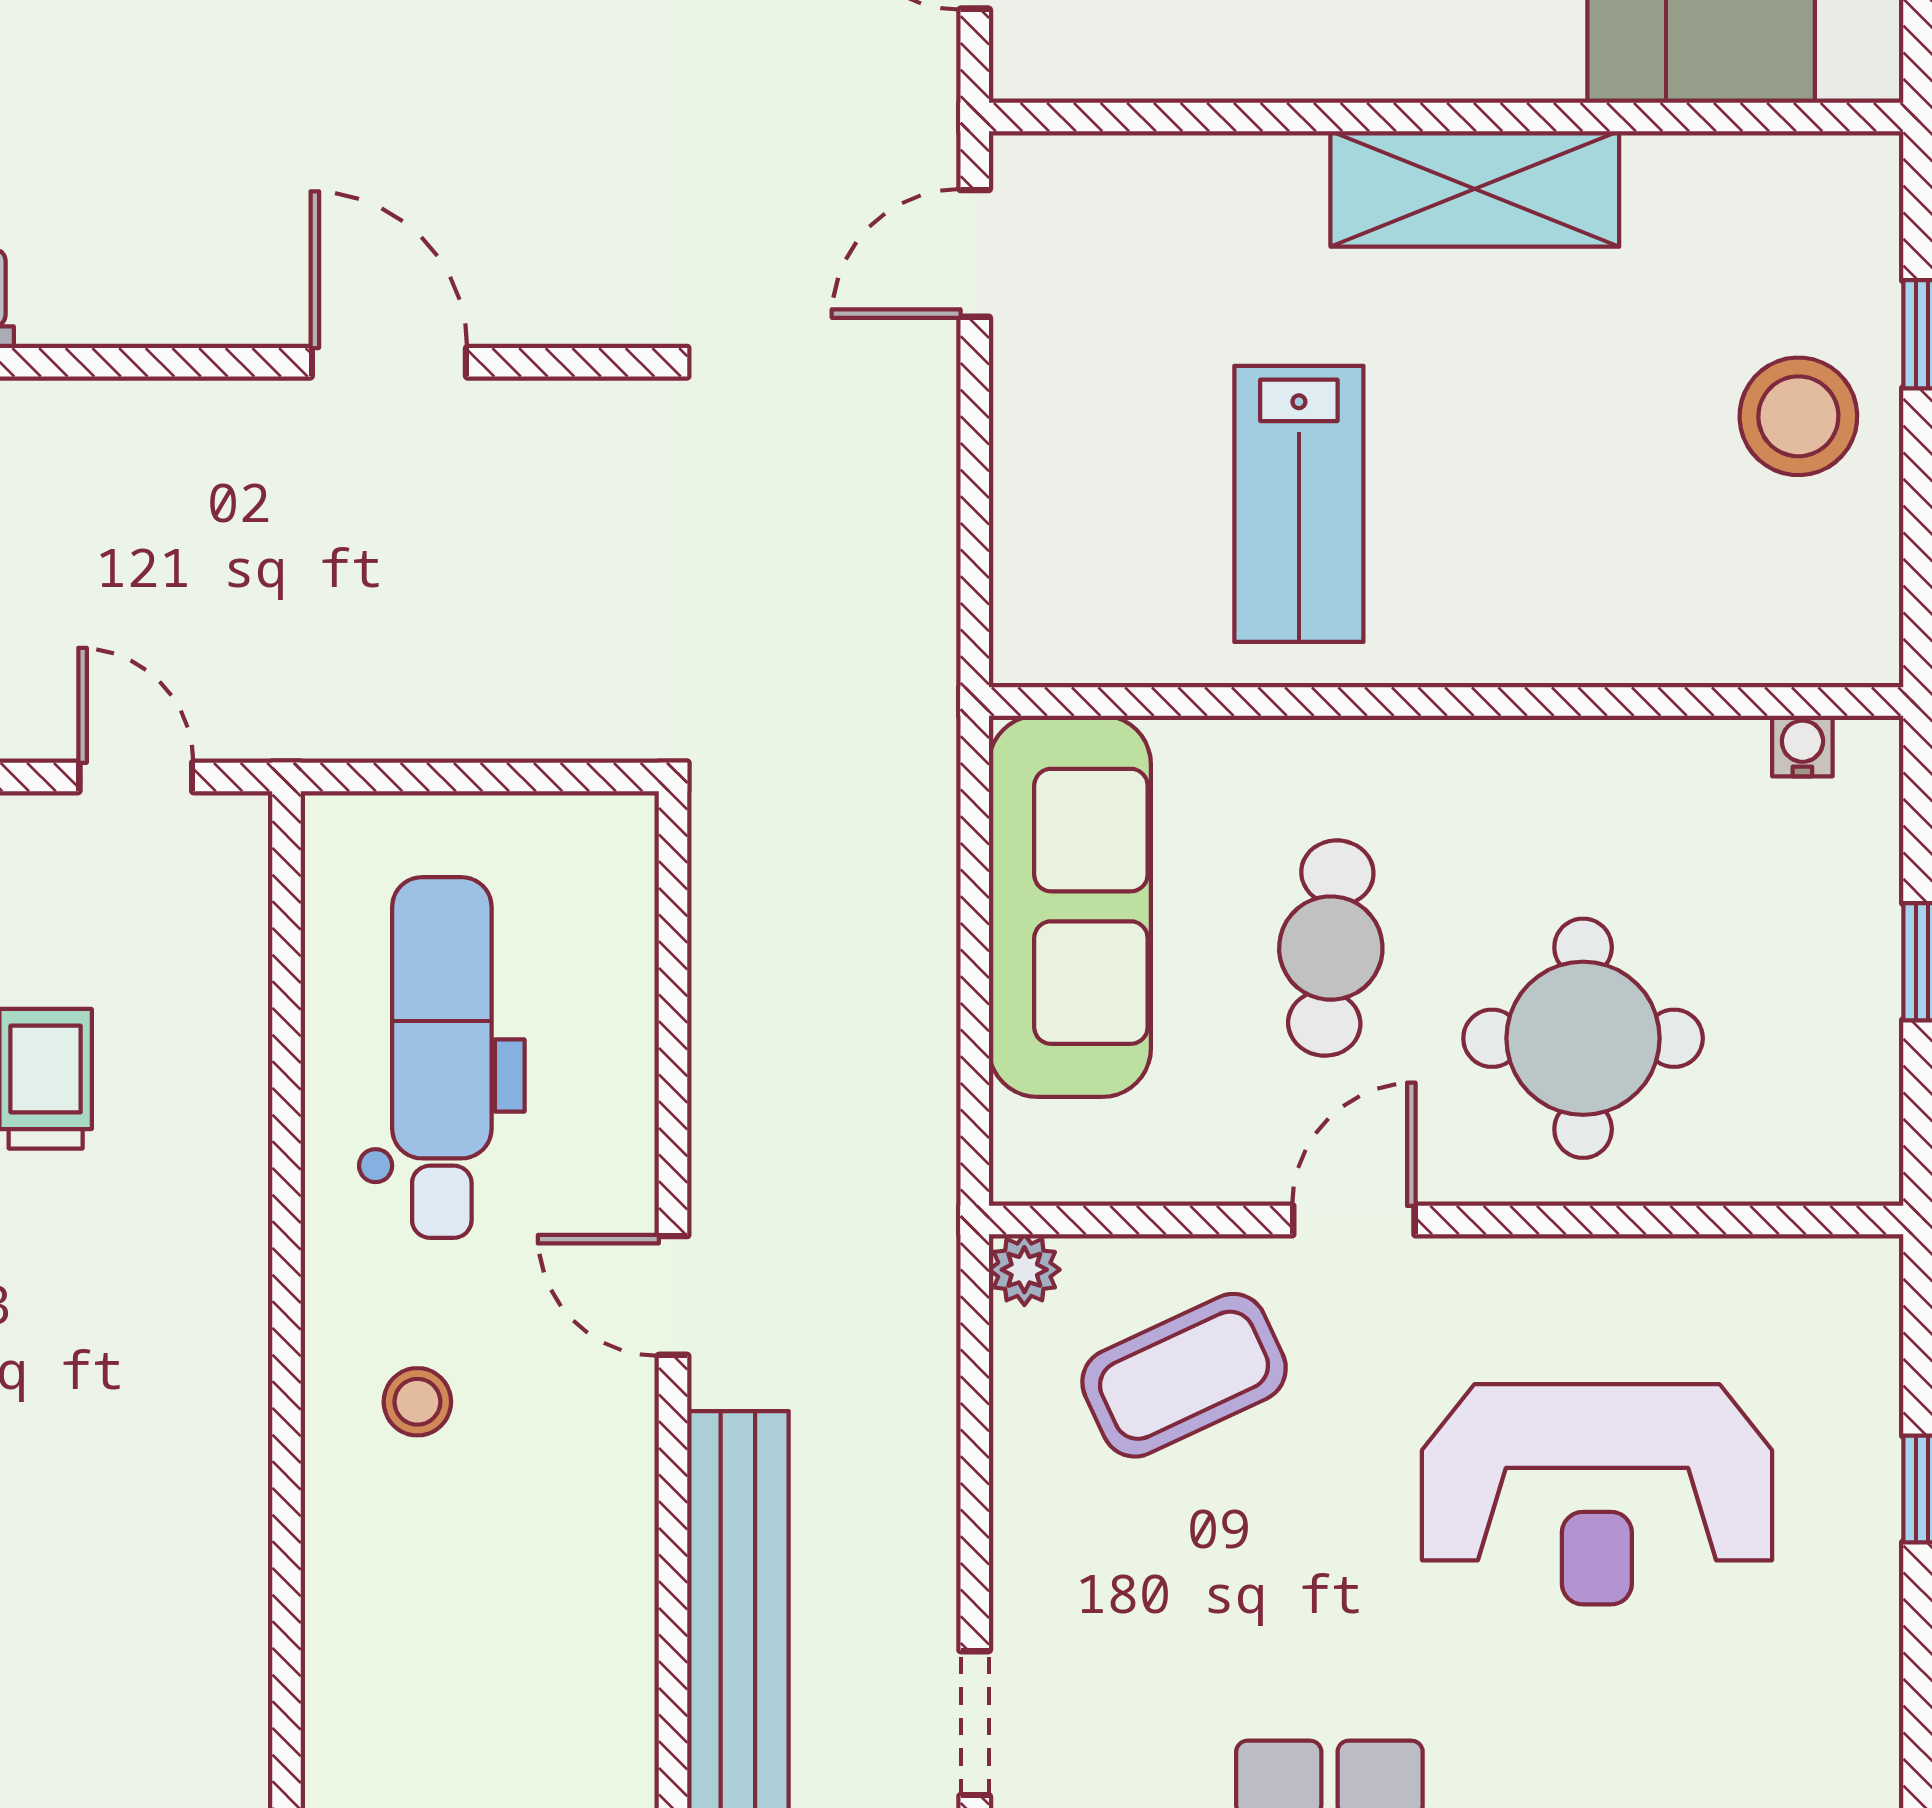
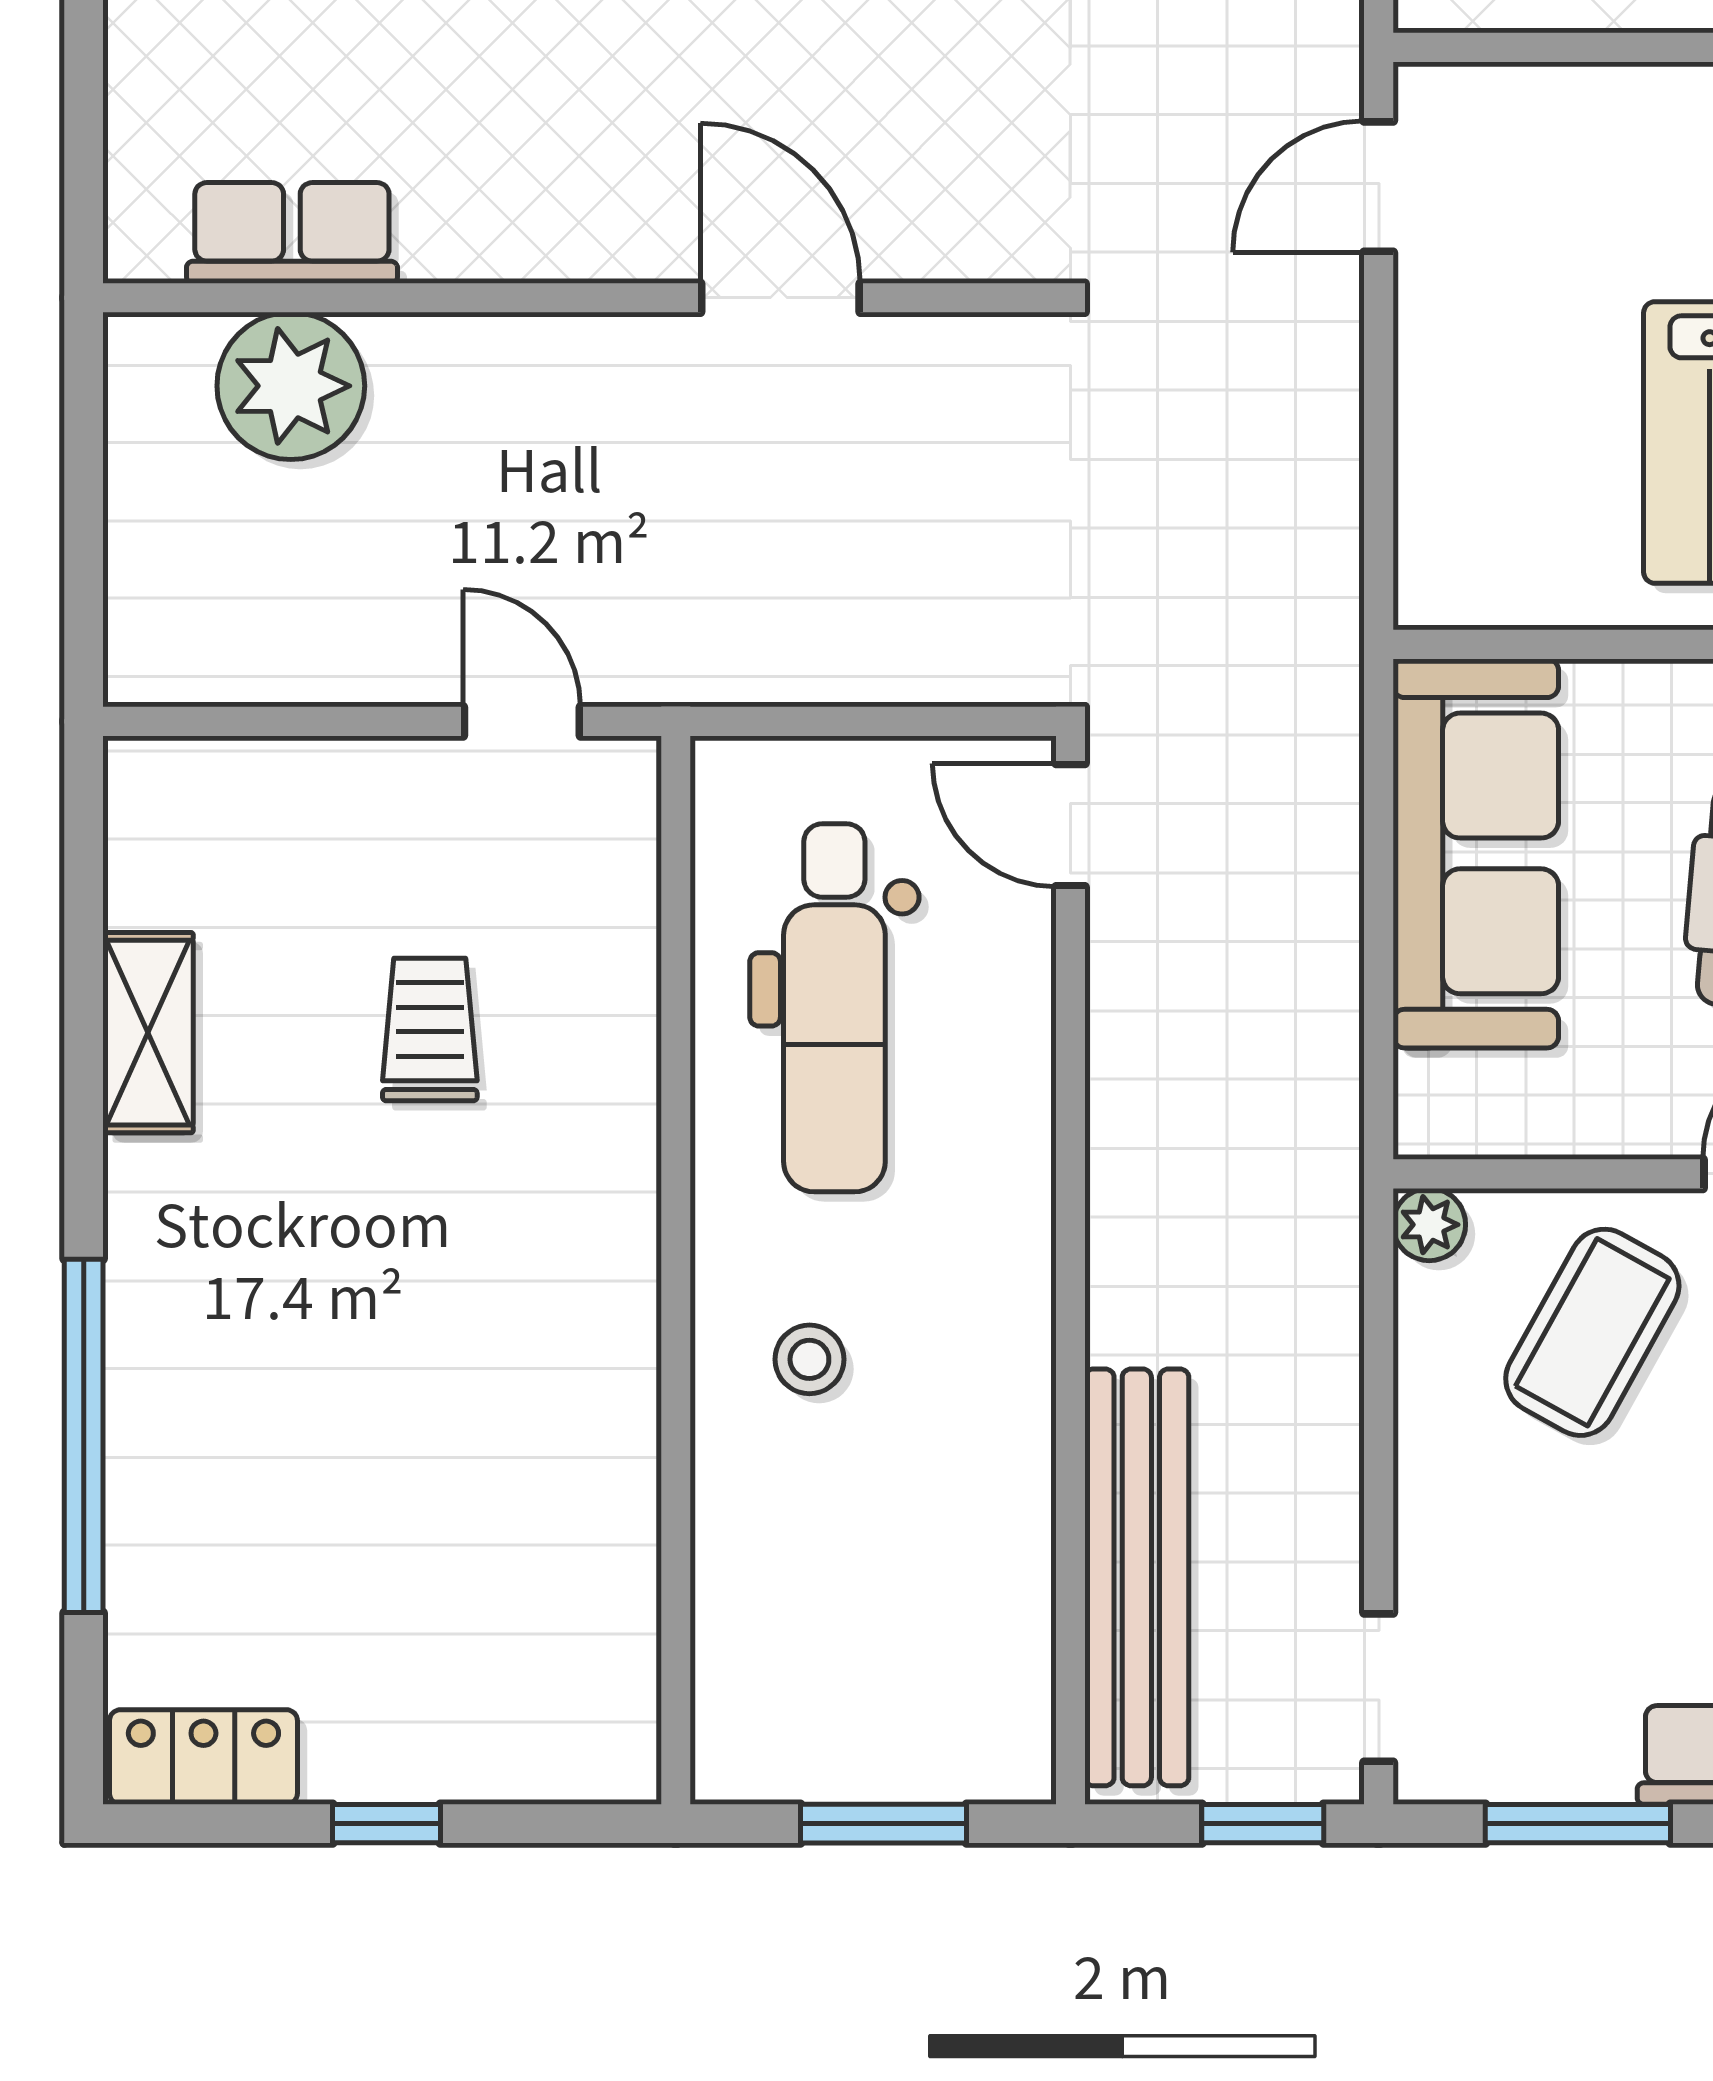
dental chair: (442, 1057) -> (834, 1008), turned 180
door: (673, 1295) -> (1070, 825), moved
coffee table: (1184, 1375) -> (1592, 1332), turned -36

